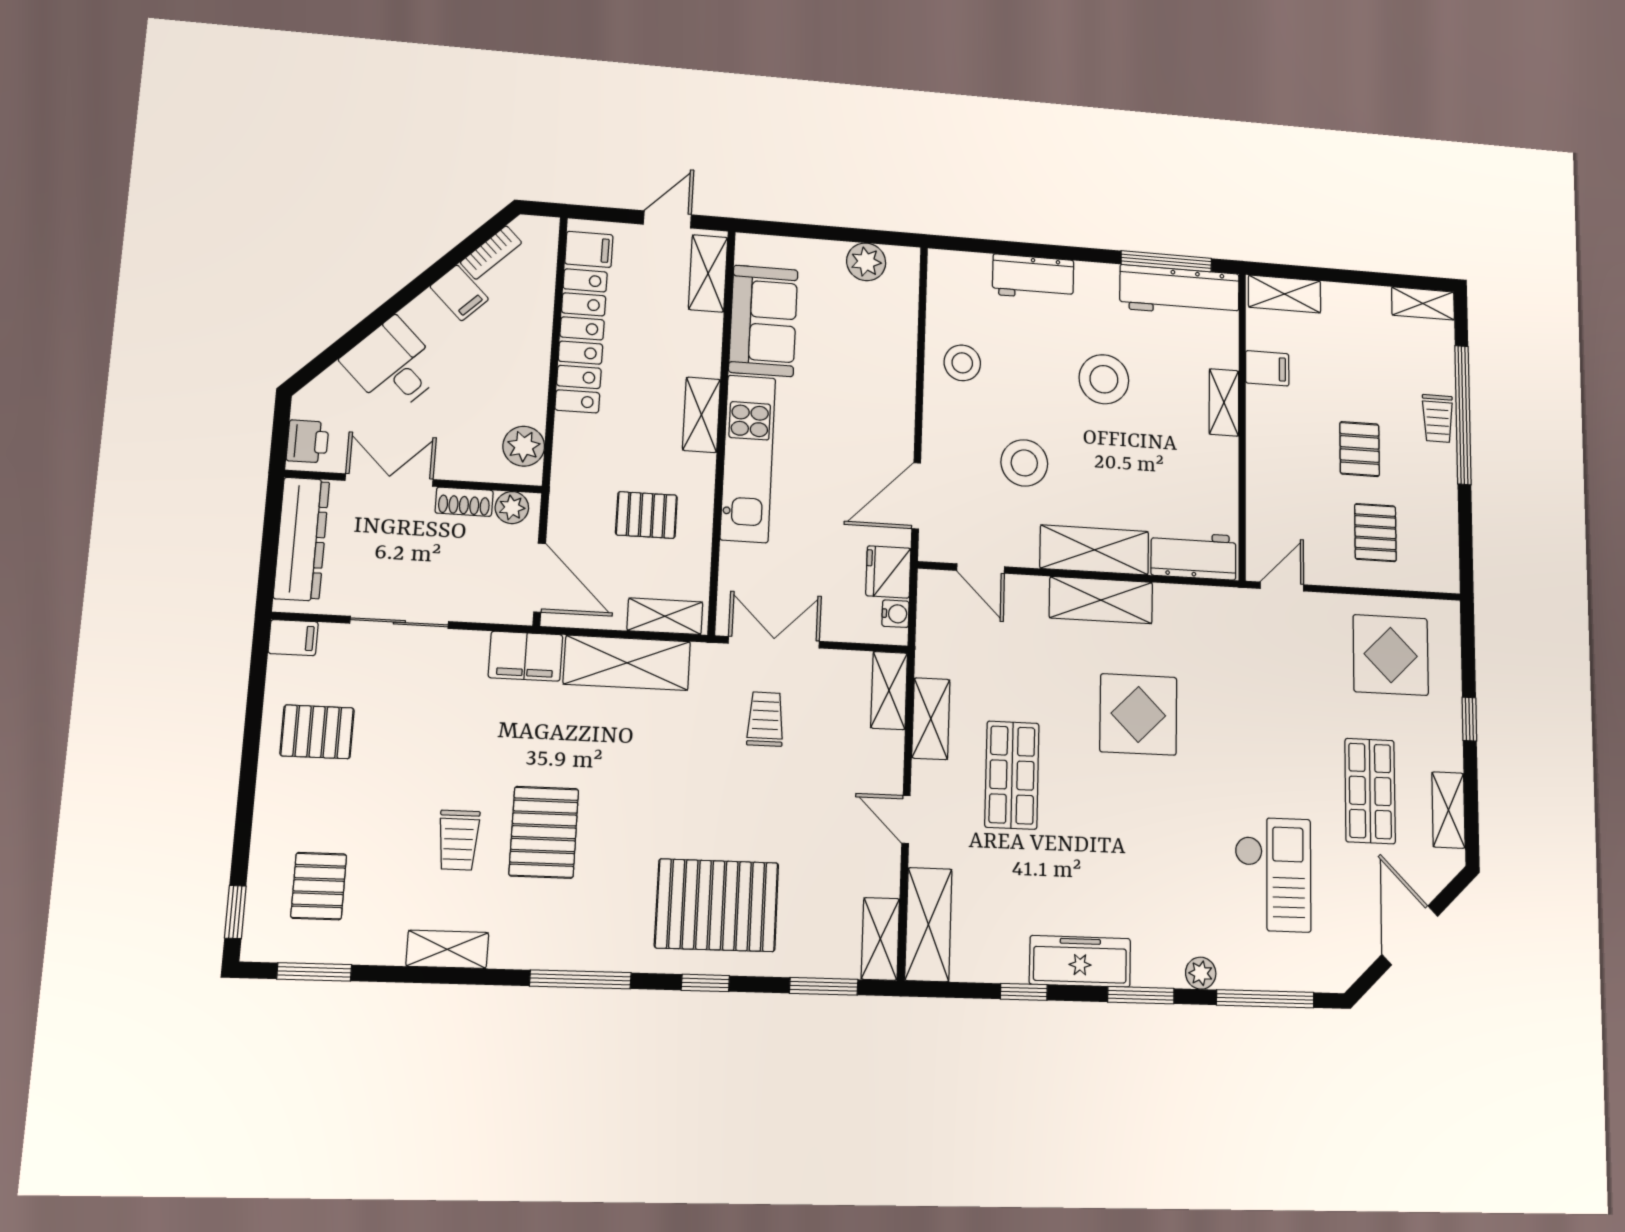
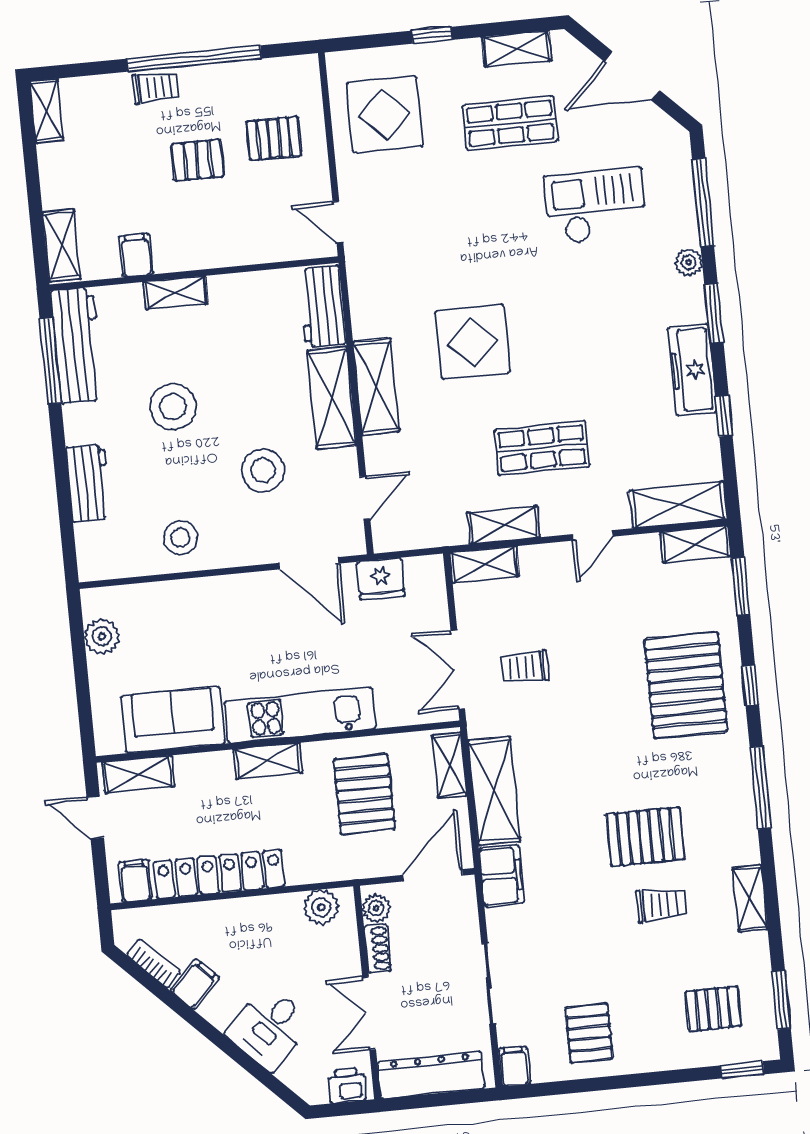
window: (1463, 415) -> (194, 59), moved
pallet: (646, 515) -> (364, 794), width x1.50, depth x1.42
water cooler: (895, 614) -> (417, 568), removed

